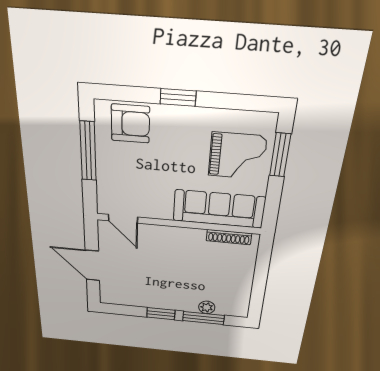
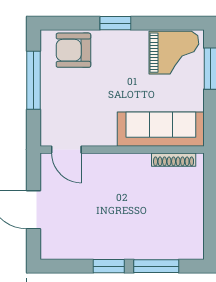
armchair: (130, 124) -> (73, 50), turned 180
grand piano: (237, 156) -> (174, 53), moved
plant: (207, 307) -> (159, 251), removed

